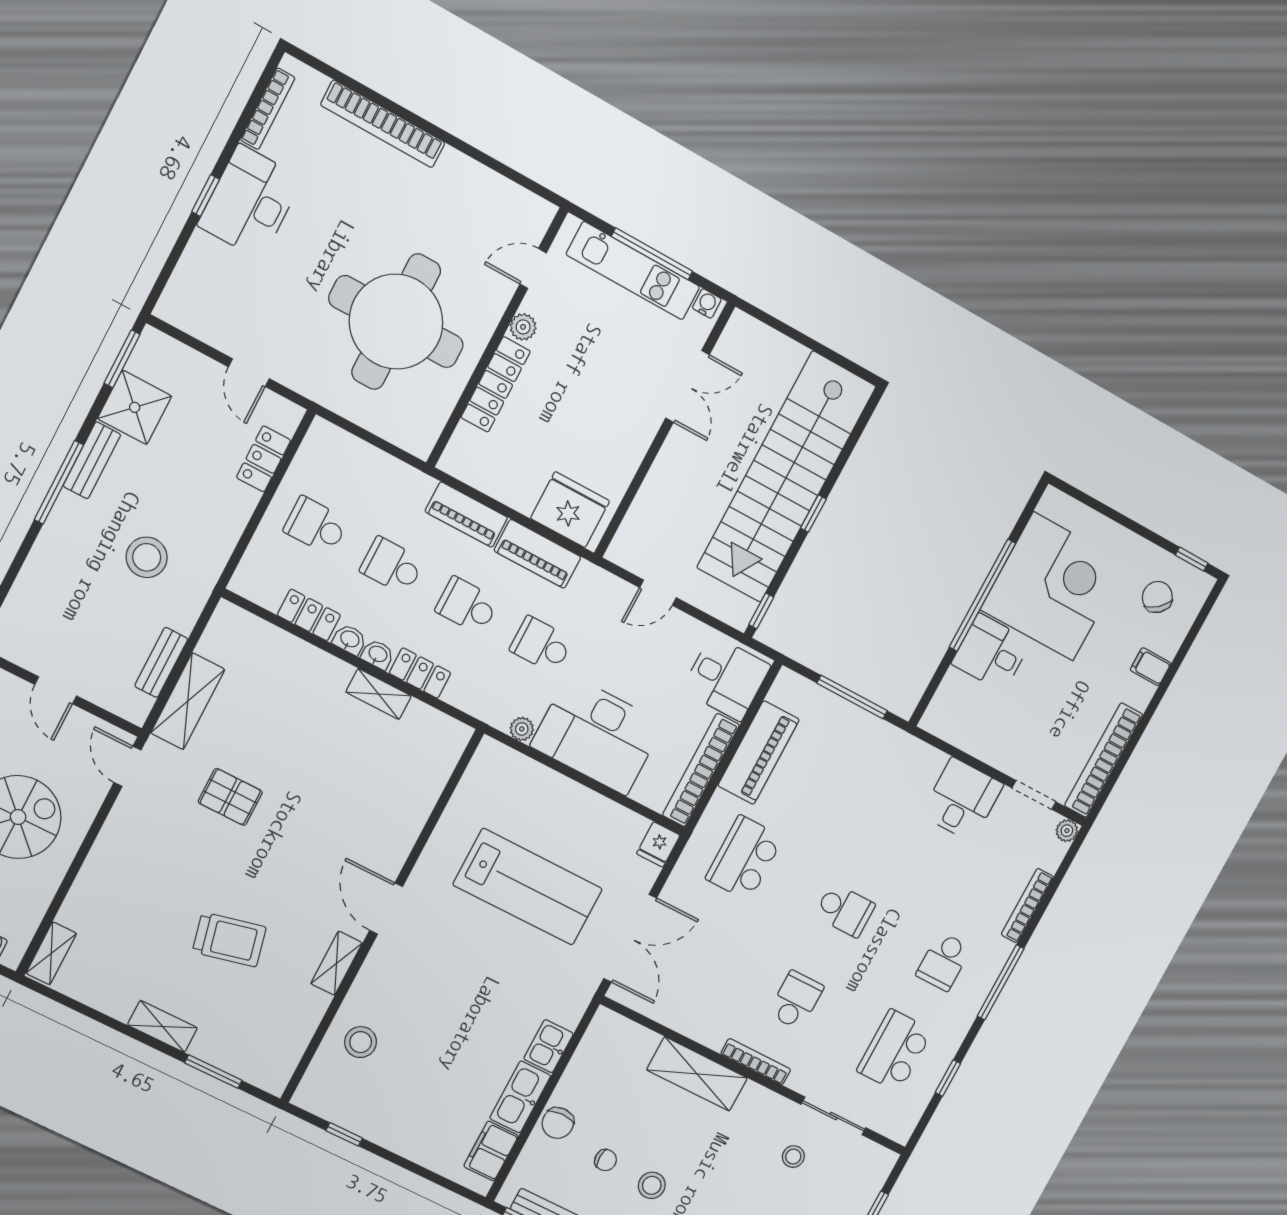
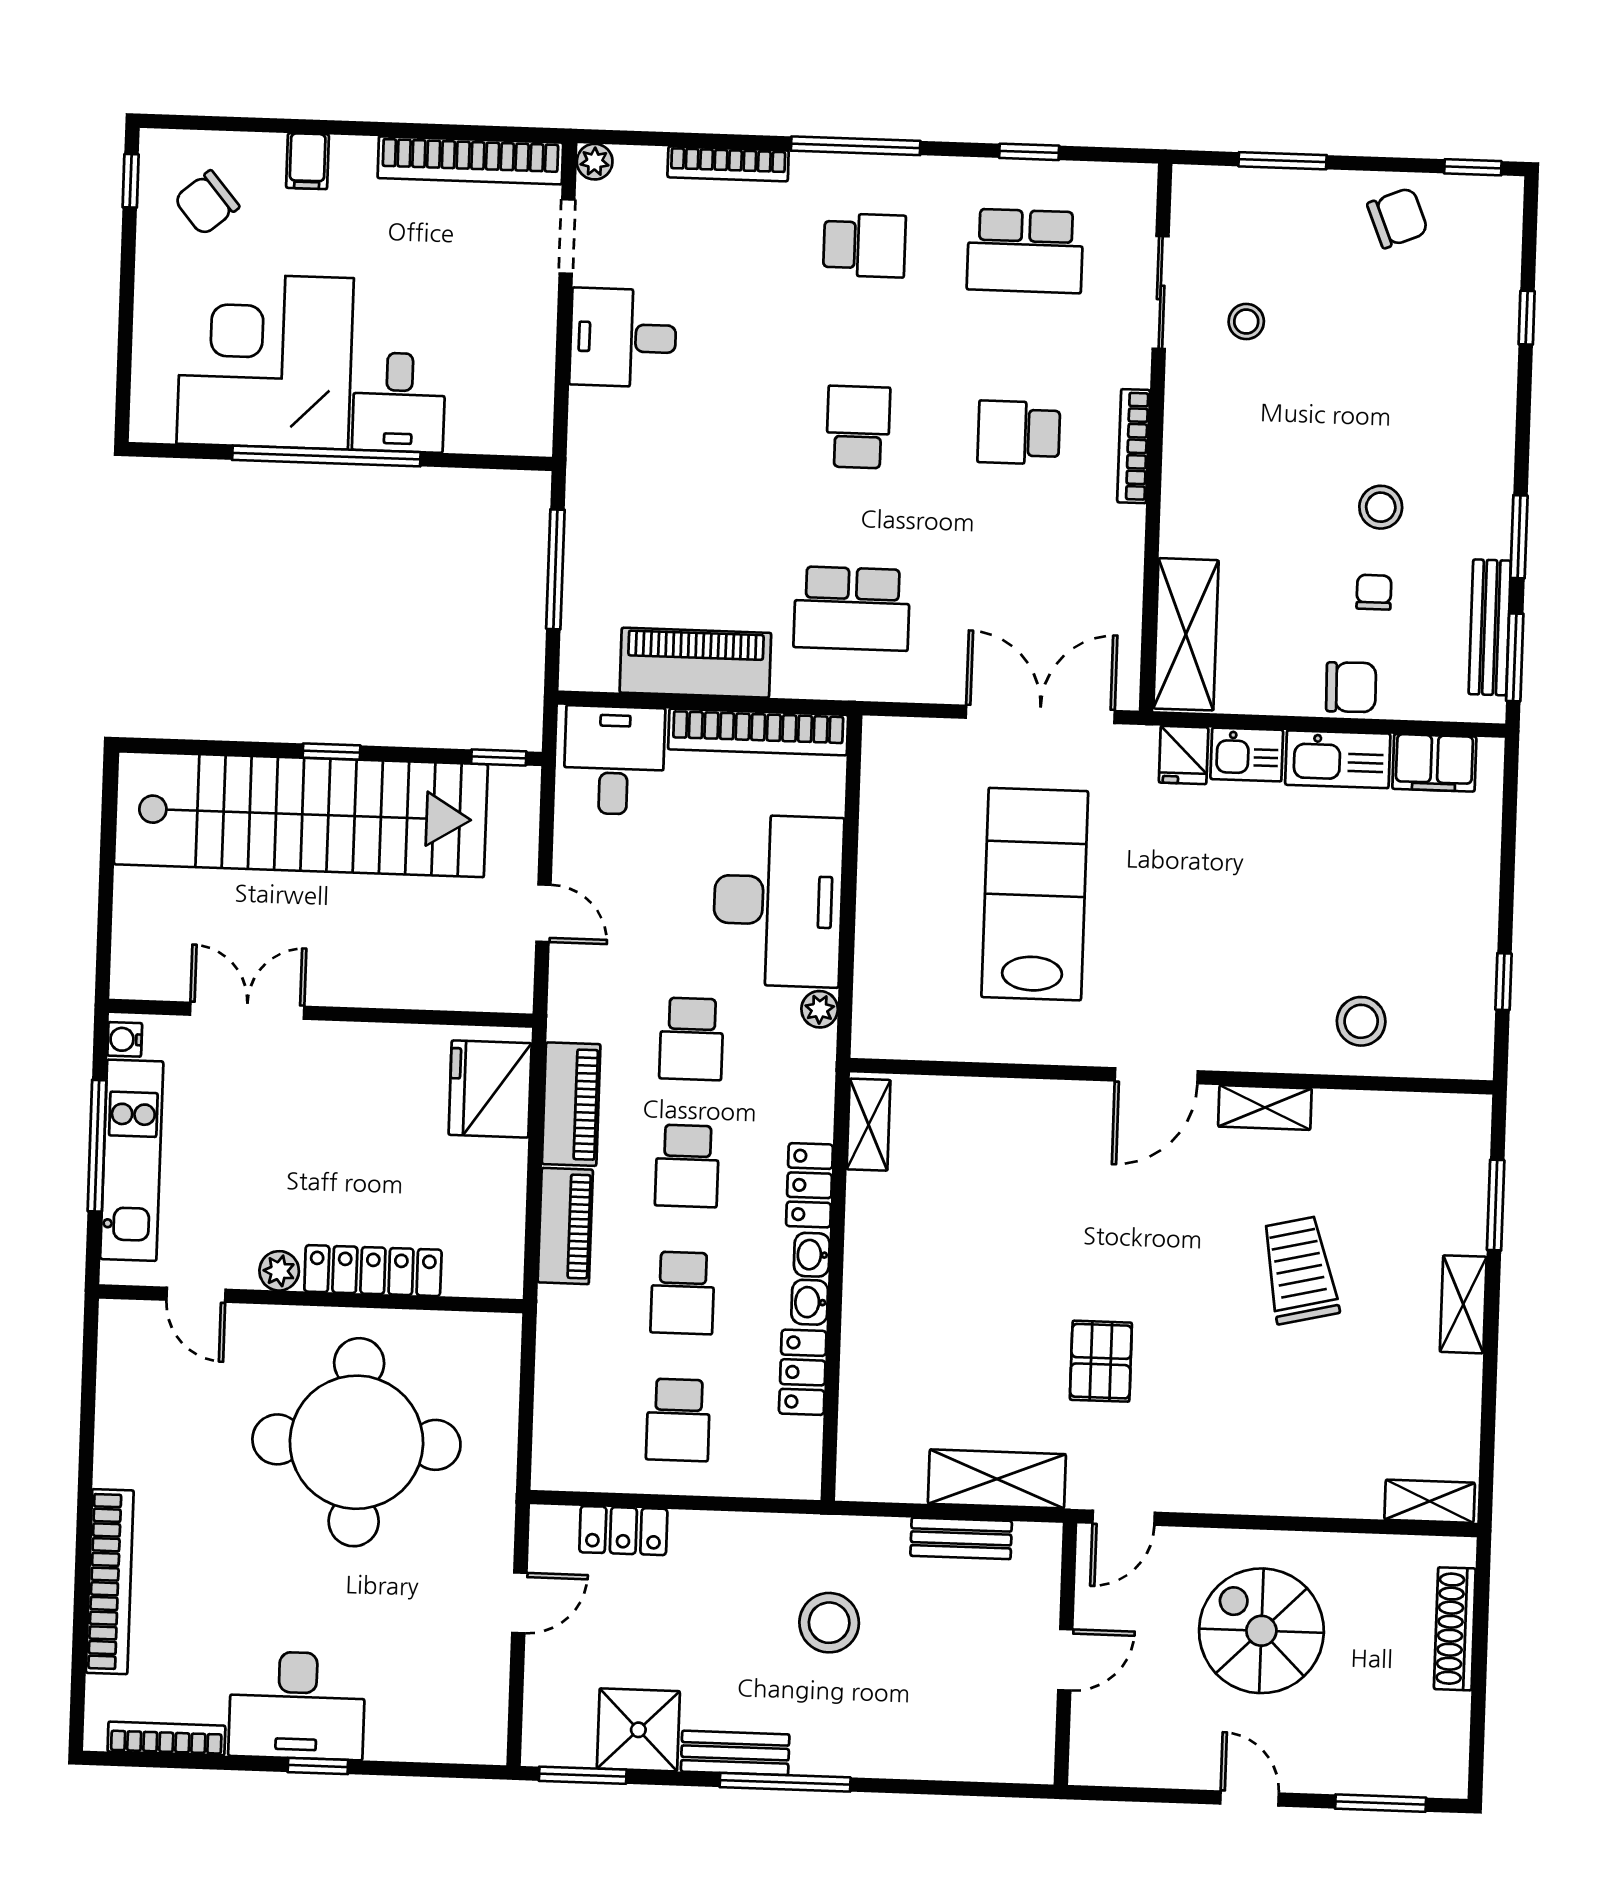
shelving: (379, 694) -> (869, 1125), moved
fridge: (658, 844) -> (1184, 755), moved, turned 90
shelving: (697, 1074) -> (1186, 634), moved

